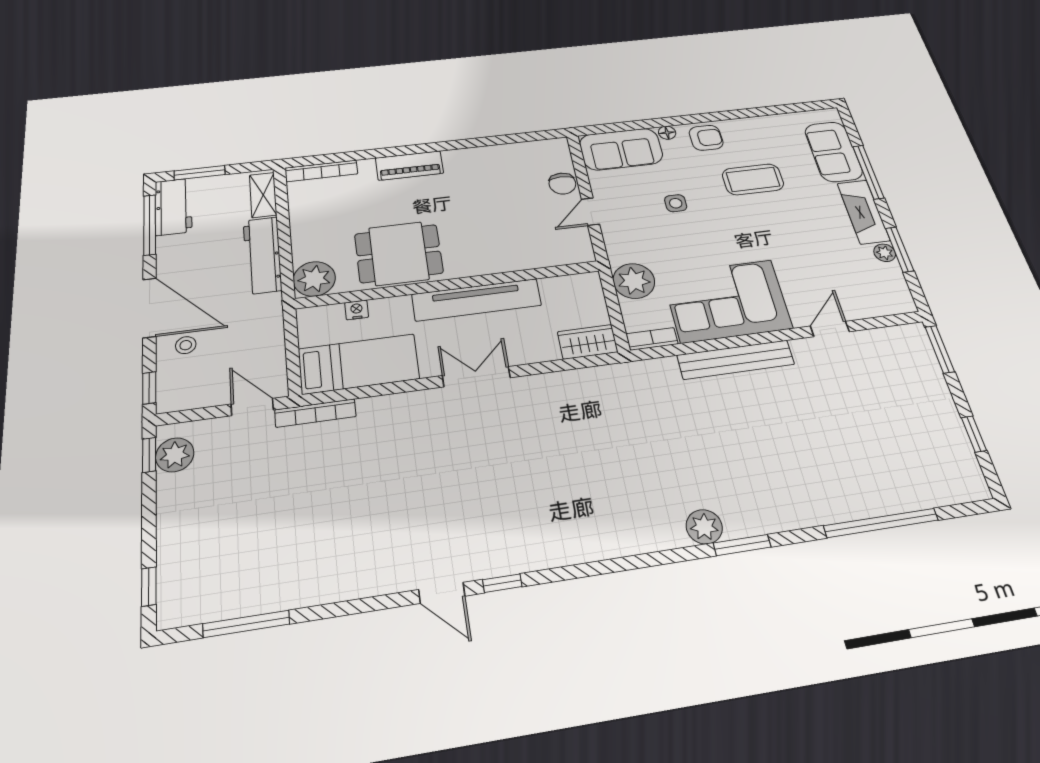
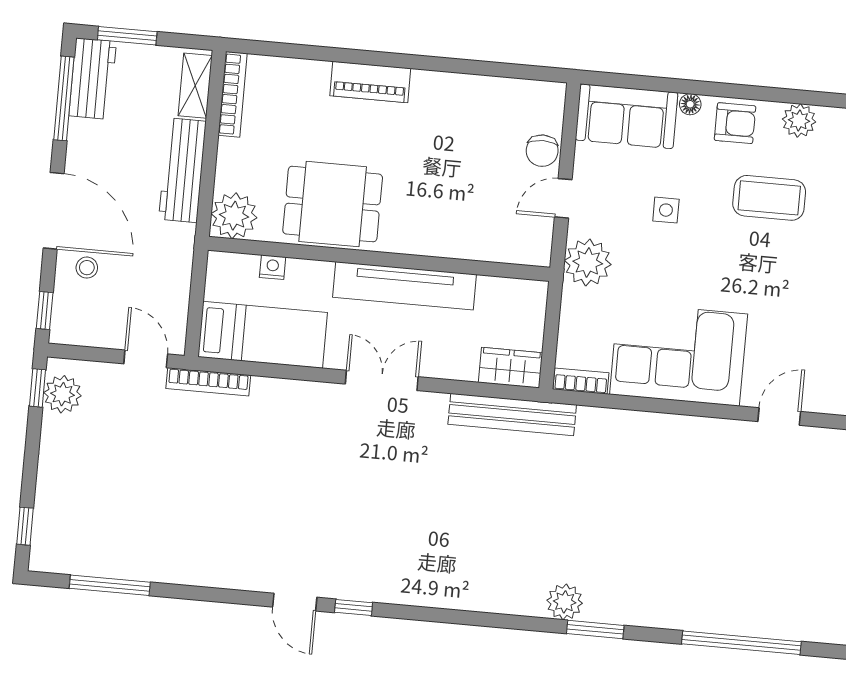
plant: (753, 127) -> (799, 121), added
bookcase: (321, 171) -> (233, 94), moved, turned -90
plant: (634, 281) -> (588, 262), moved
bench: (736, 360) -> (512, 415), moved

